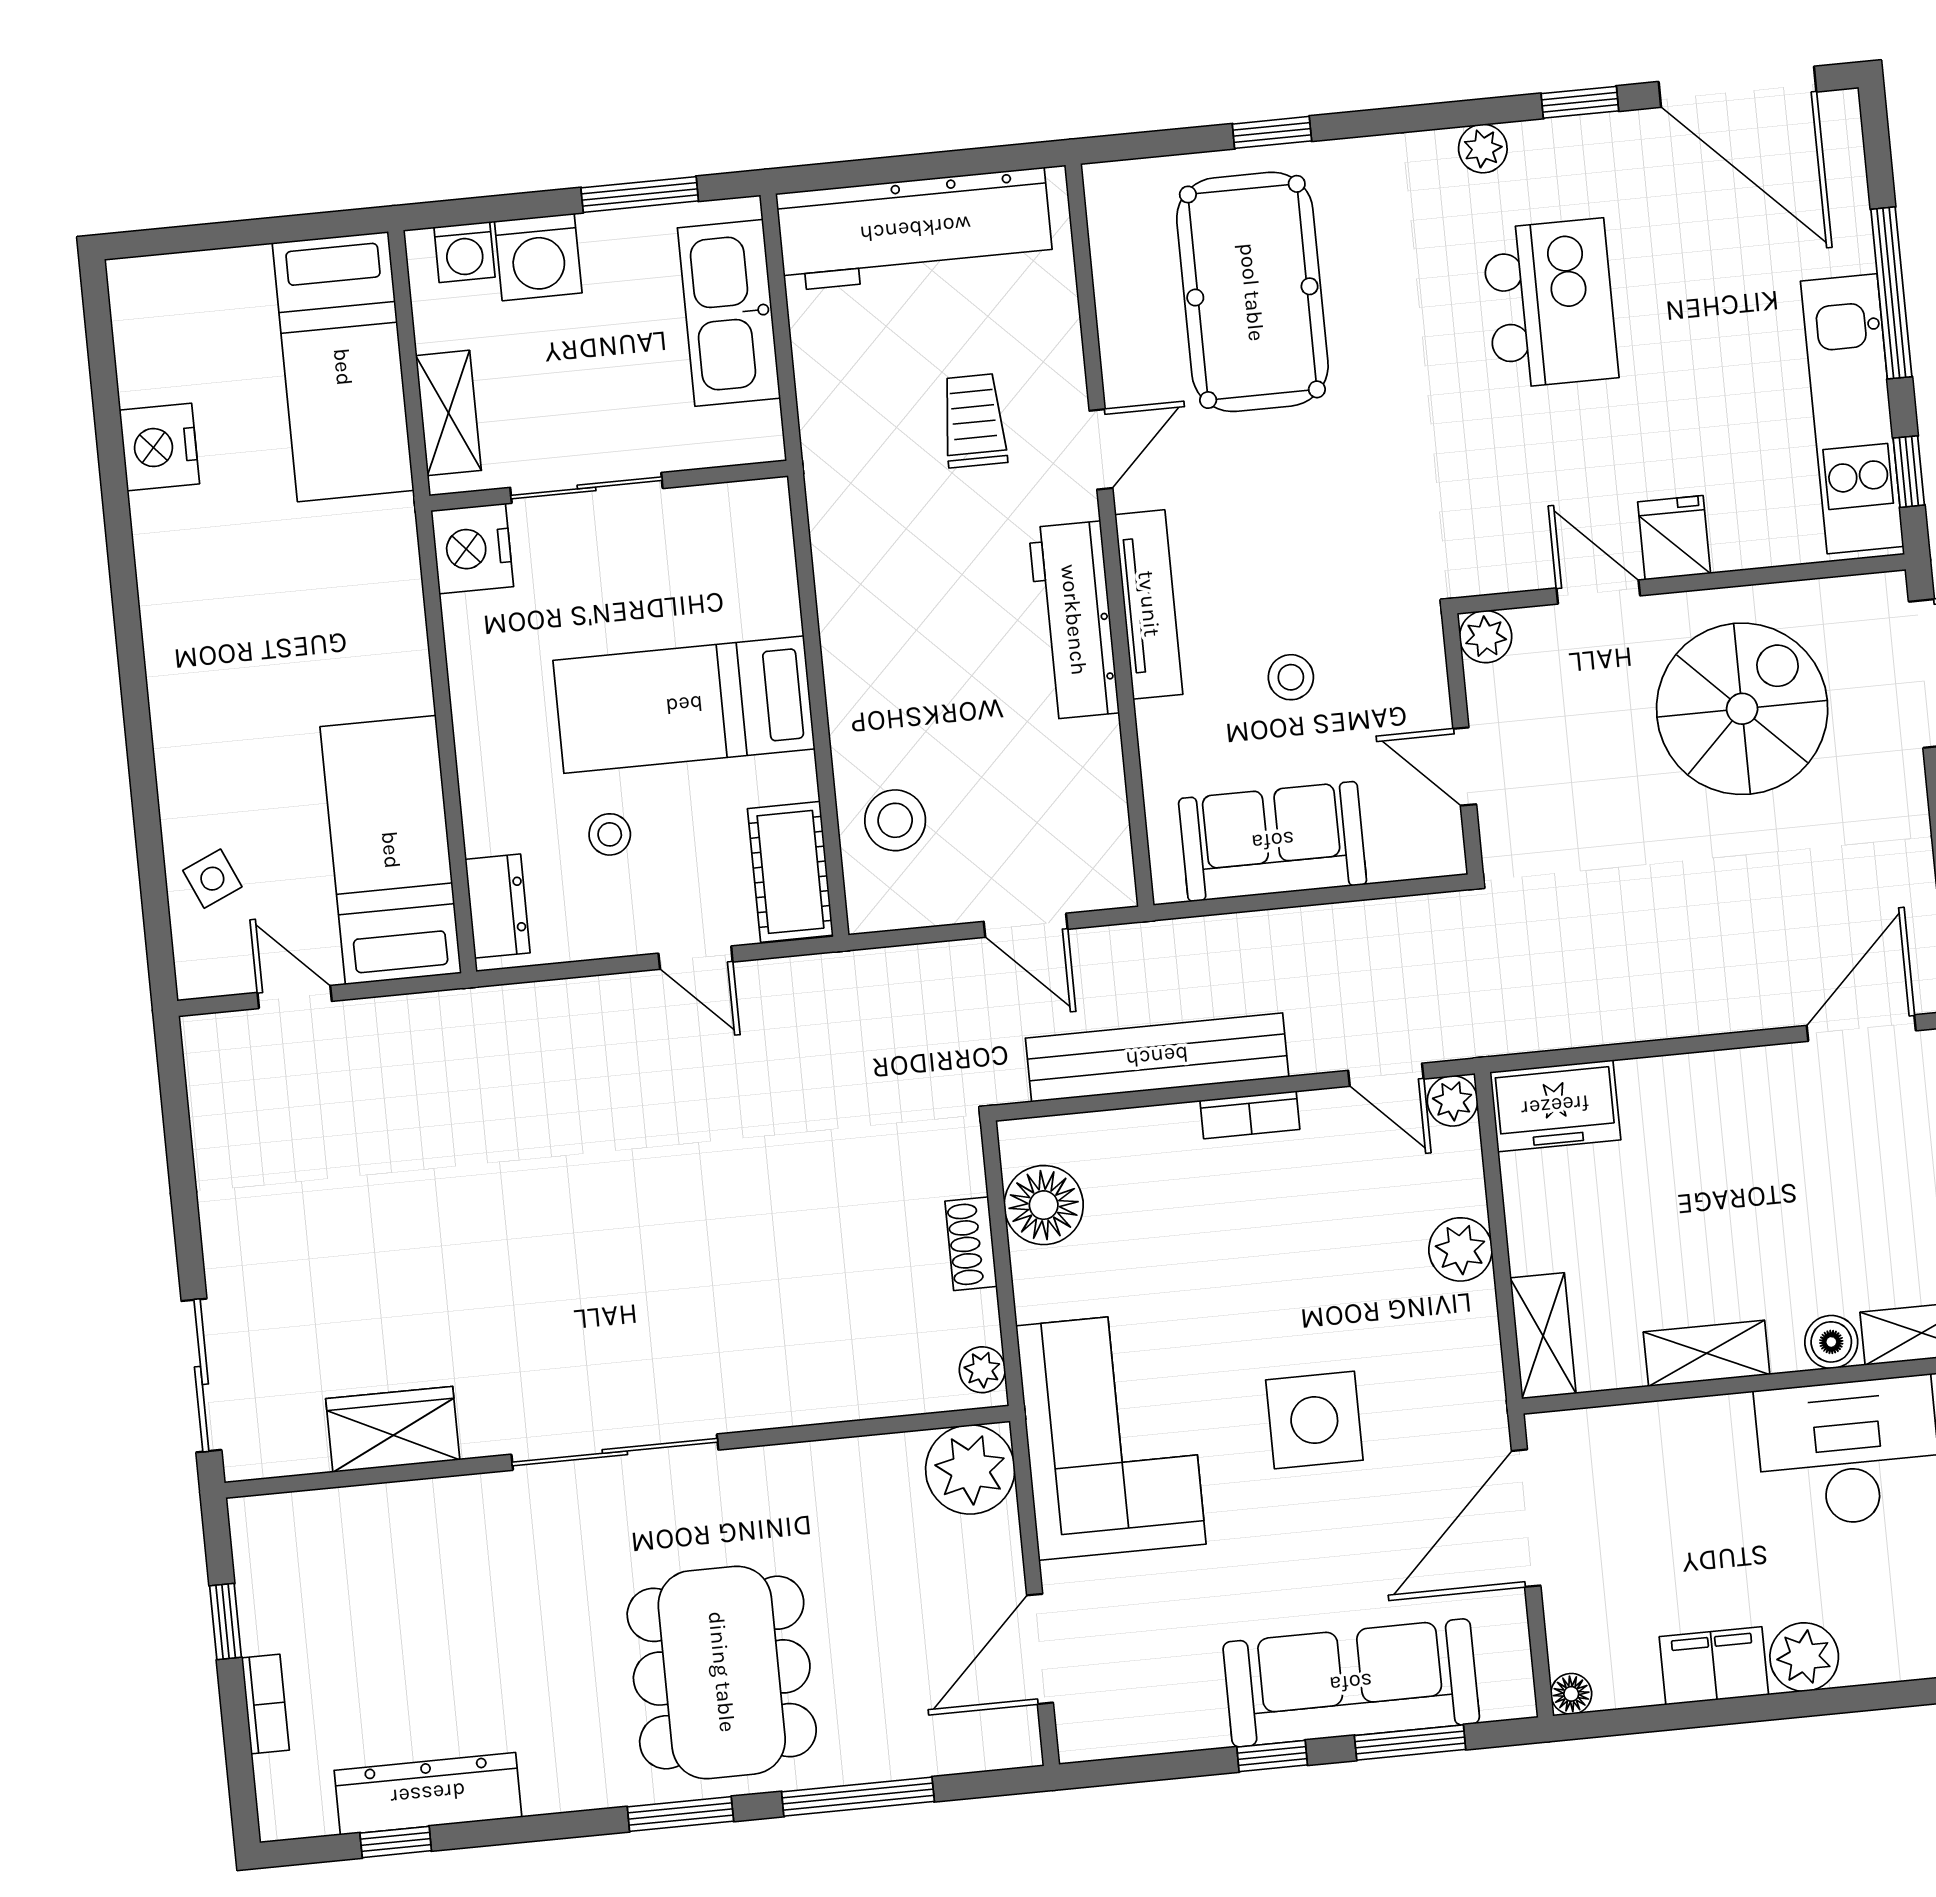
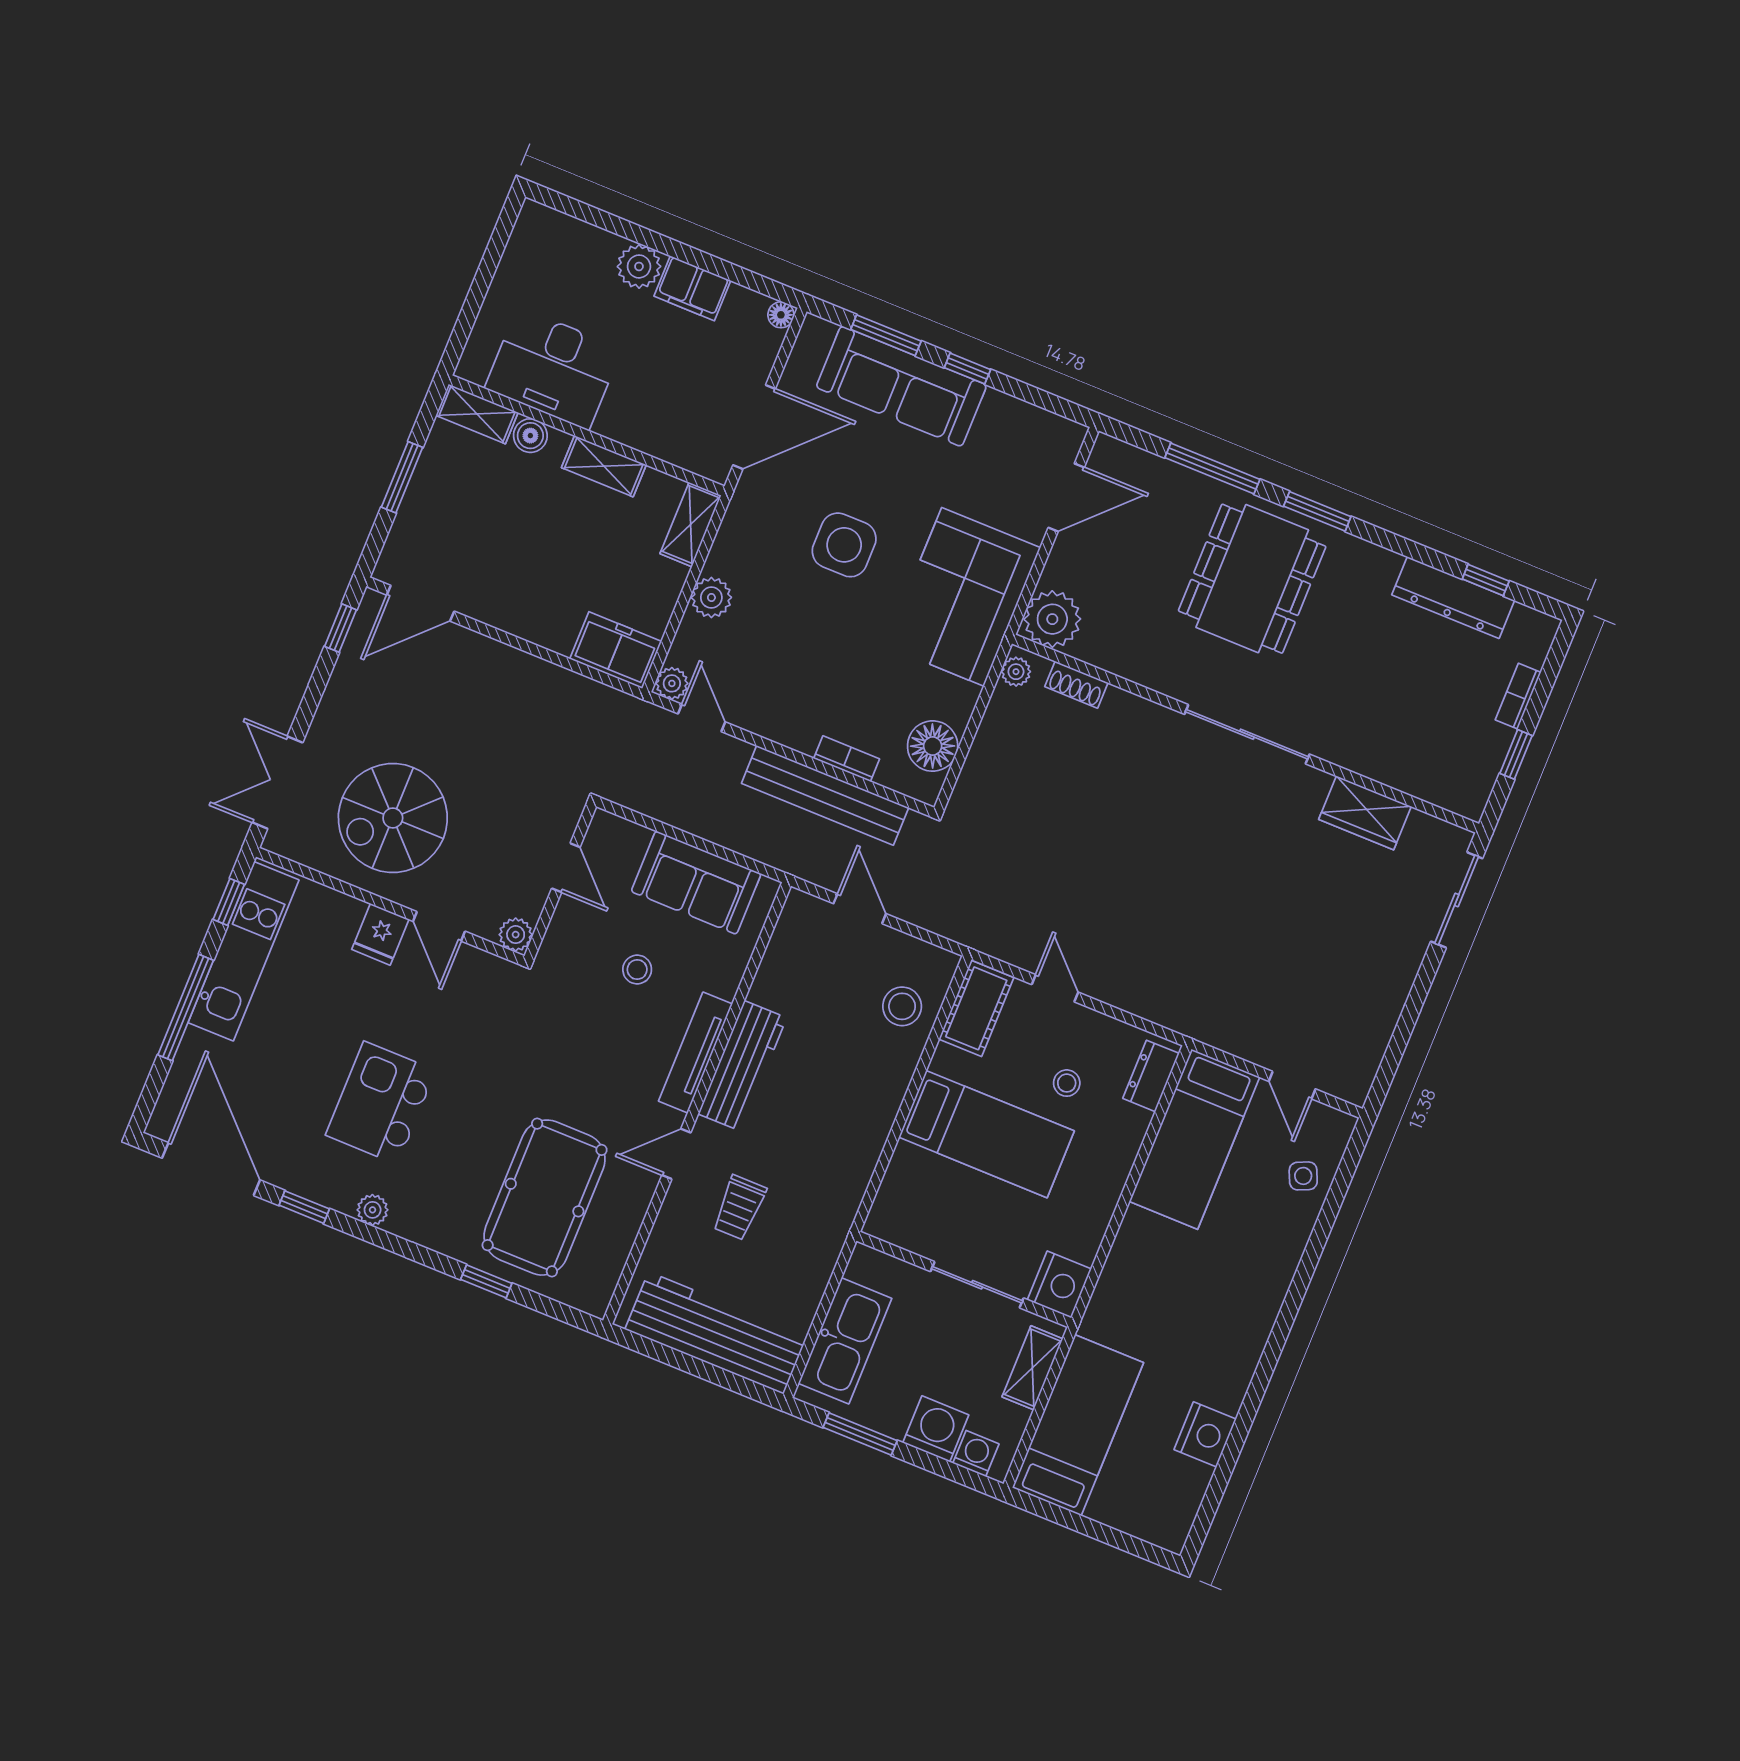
bookcase: (1250, 1115) -> (847, 759), moved
shoe rack: (971, 1244) -> (1076, 685), moved, turned 90

